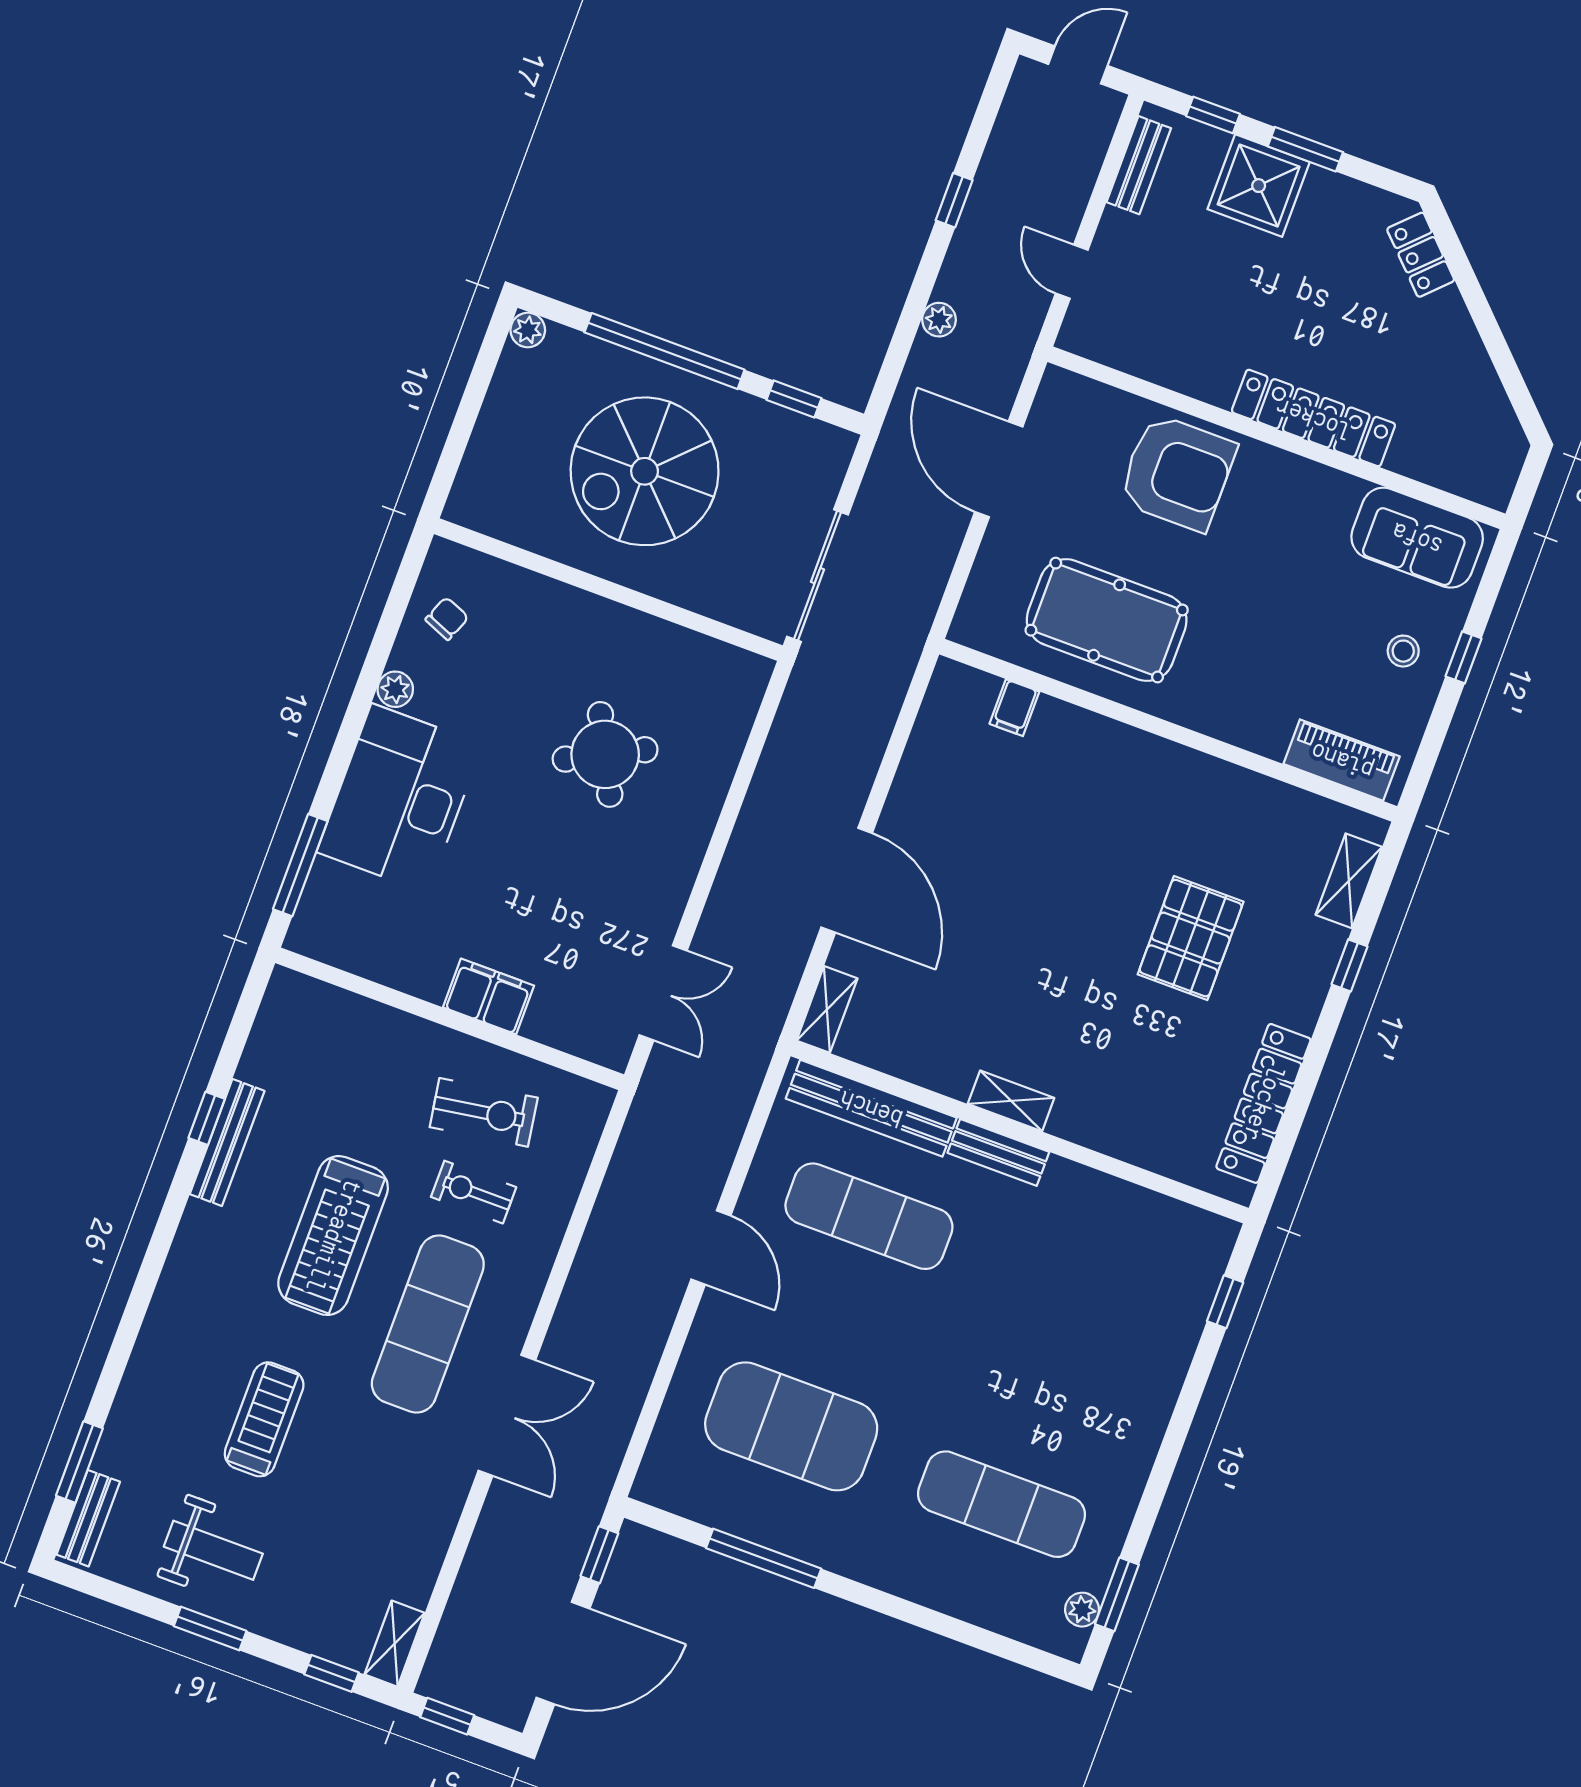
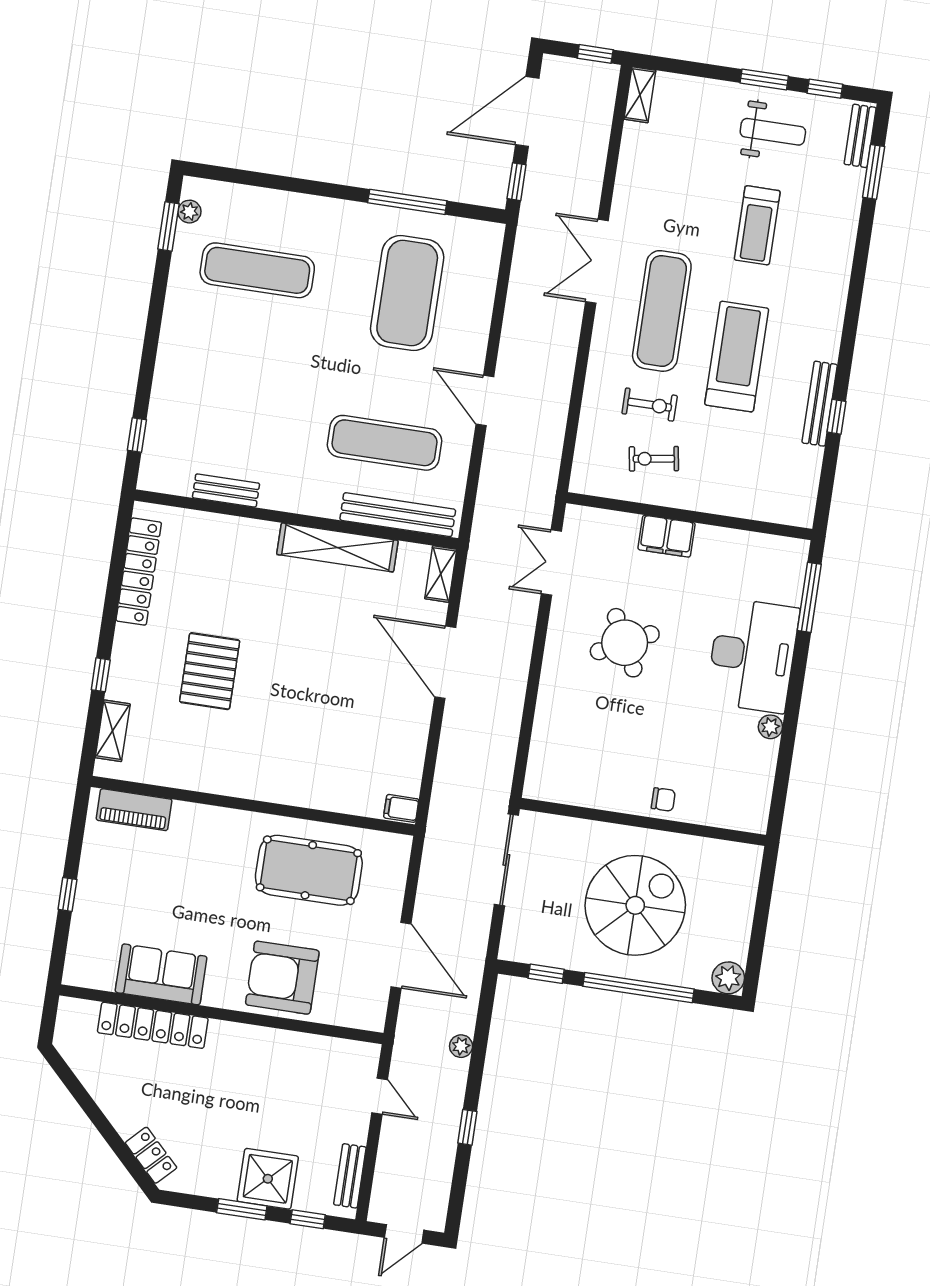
plant: (528, 330) -> (728, 978), width x1.38, depth x1.38
locker: (1313, 418) -> (153, 1025), moved
sofa: (1417, 538) -> (161, 974), moved
chair: (447, 619) -> (663, 799), moved, turned -112
stool: (1403, 651) -> (108, 890), removed
filing cabinet: (1014, 708) -> (401, 808), moved, turned -90
round table: (605, 754) -> (625, 643), moved
shelving: (1011, 1101) -> (337, 547), width x2.20, depth x1.33
exercise bike: (484, 1112) -> (654, 459), width x0.73, depth x0.72
bench: (998, 1152) -> (226, 491), moved
exercise mat: (791, 1426) -> (407, 293), turned 90
weight bench: (213, 1550) -> (773, 132), turned 180
window: (331, 1673) -> (825, 89), moved

